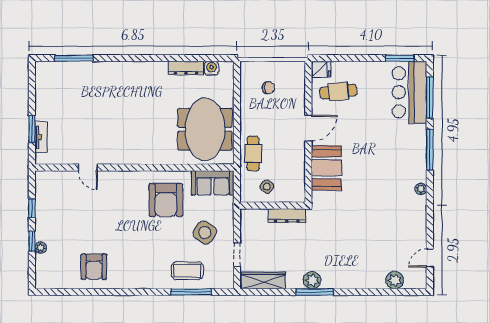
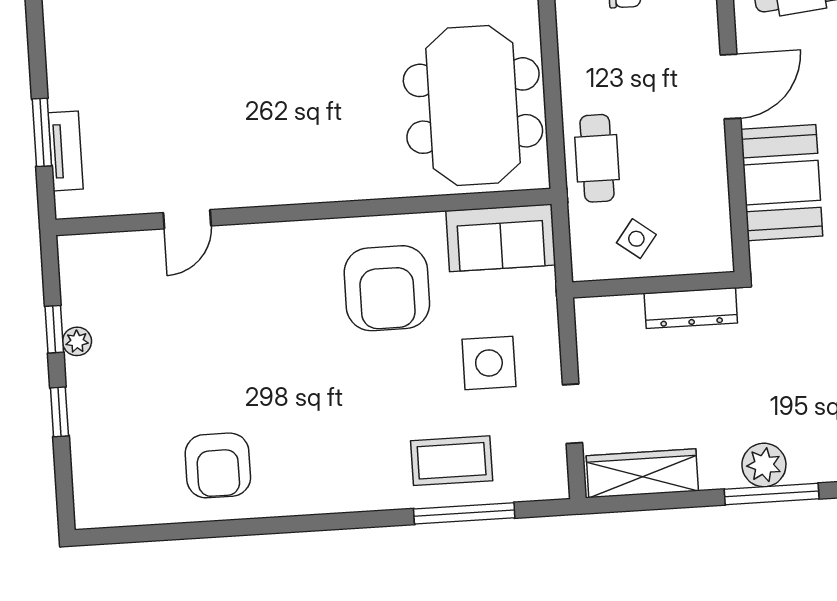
door: (88, 168) -> (187, 219), hinge flipped
side table: (205, 233) -> (489, 363), turned -34
plant: (41, 248) -> (77, 341), moved

